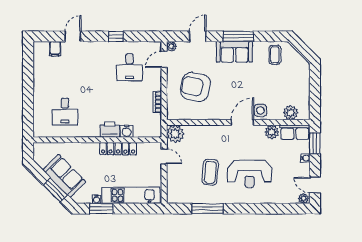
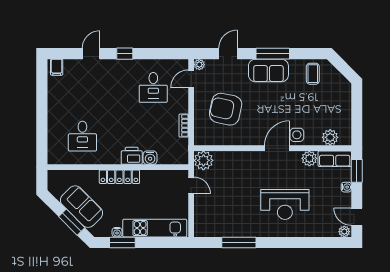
window: (116, 36) -> (125, 54), moved
filing cabinet: (55, 49) -> (57, 67), moved
locker: (118, 149) -> (119, 177), moved
coffee table: (210, 172) -> (242, 203), removed

